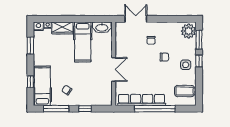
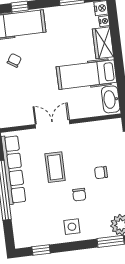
window: (199, 61) -> (41, 250), moved
double door: (114, 69) -> (52, 124), swing flipped
coffee table: (185, 91) -> (55, 167), moved

